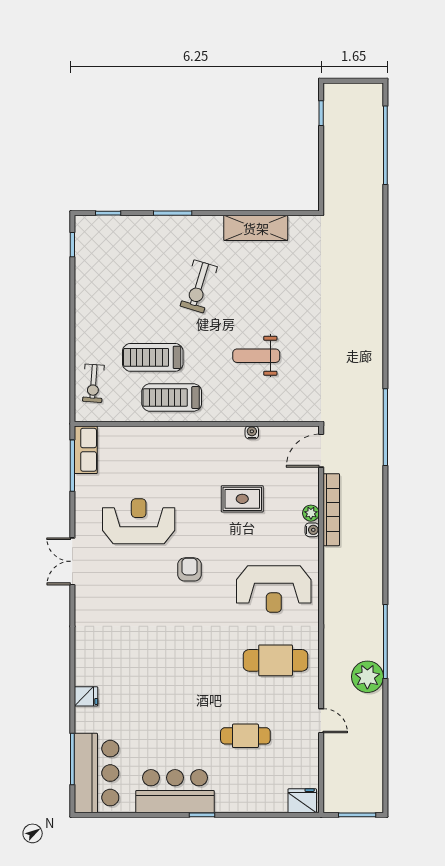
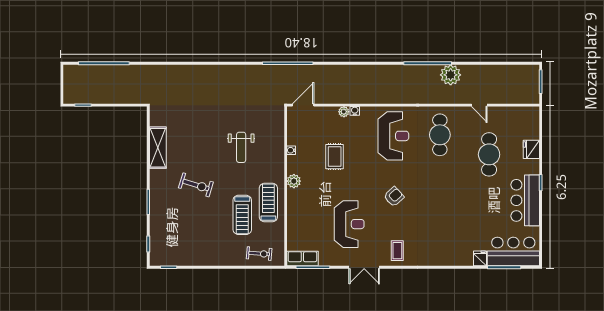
treadmill: (172, 398) -> (268, 203), turned 180
plant: (205, 436) -> (294, 181), added
door: (321, 451) -> (303, 105), swing flipped
bookcase: (331, 510) -> (342, 98), removed
reception desk: (139, 521) -> (349, 224), turned 180
double door: (72, 561) -> (364, 267), moved
armchair: (190, 569) -> (394, 197), moved, turned 138
coffee table: (98, 595) -> (397, 251), added
fridge: (86, 696) -> (480, 258), moved
door: (321, 721) -> (479, 105), swing flipped
cafe table: (245, 736) -> (489, 154), width x1.37, depth x1.35
fridge: (302, 801) -> (531, 149), moved

